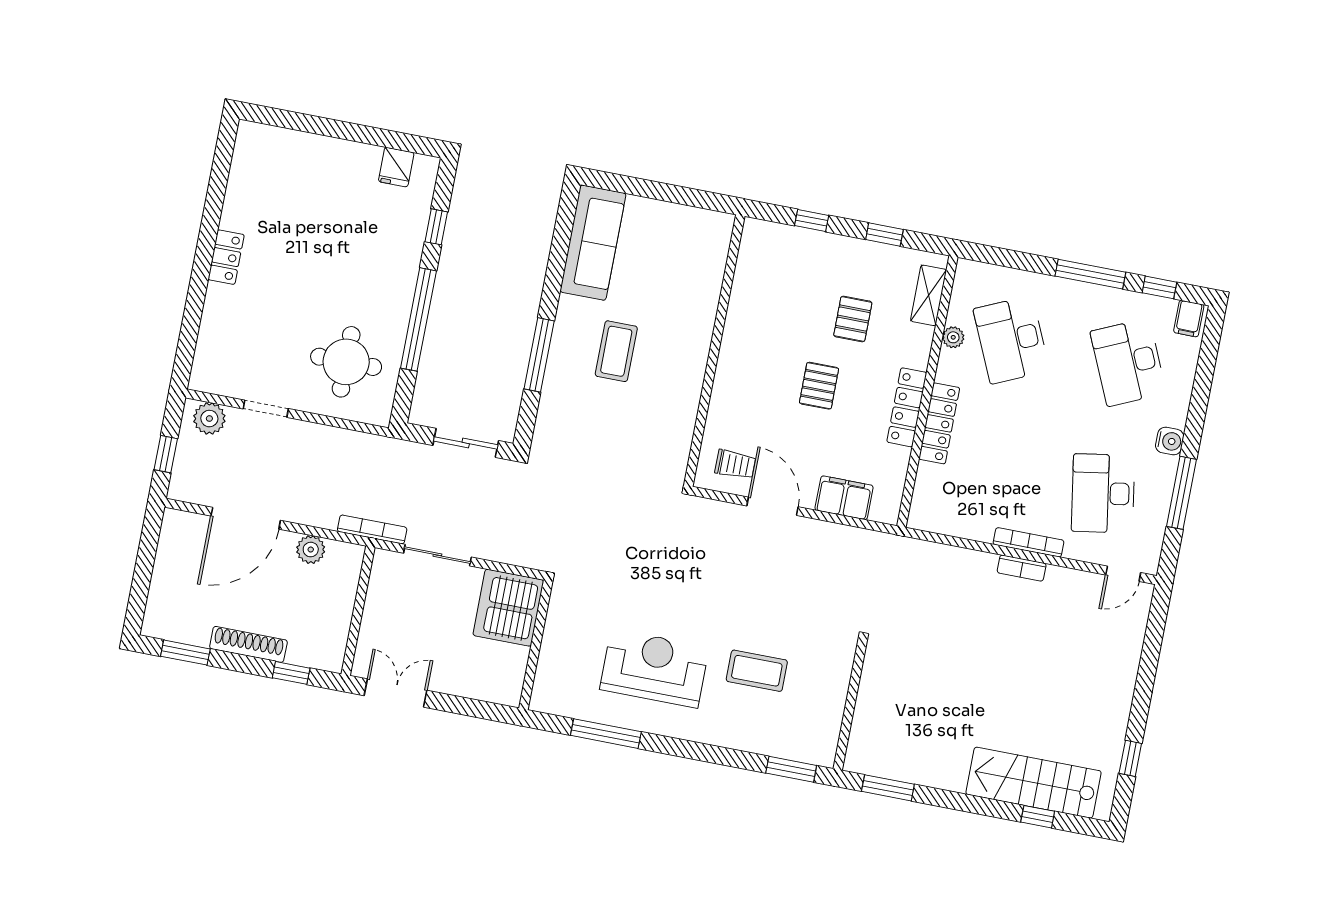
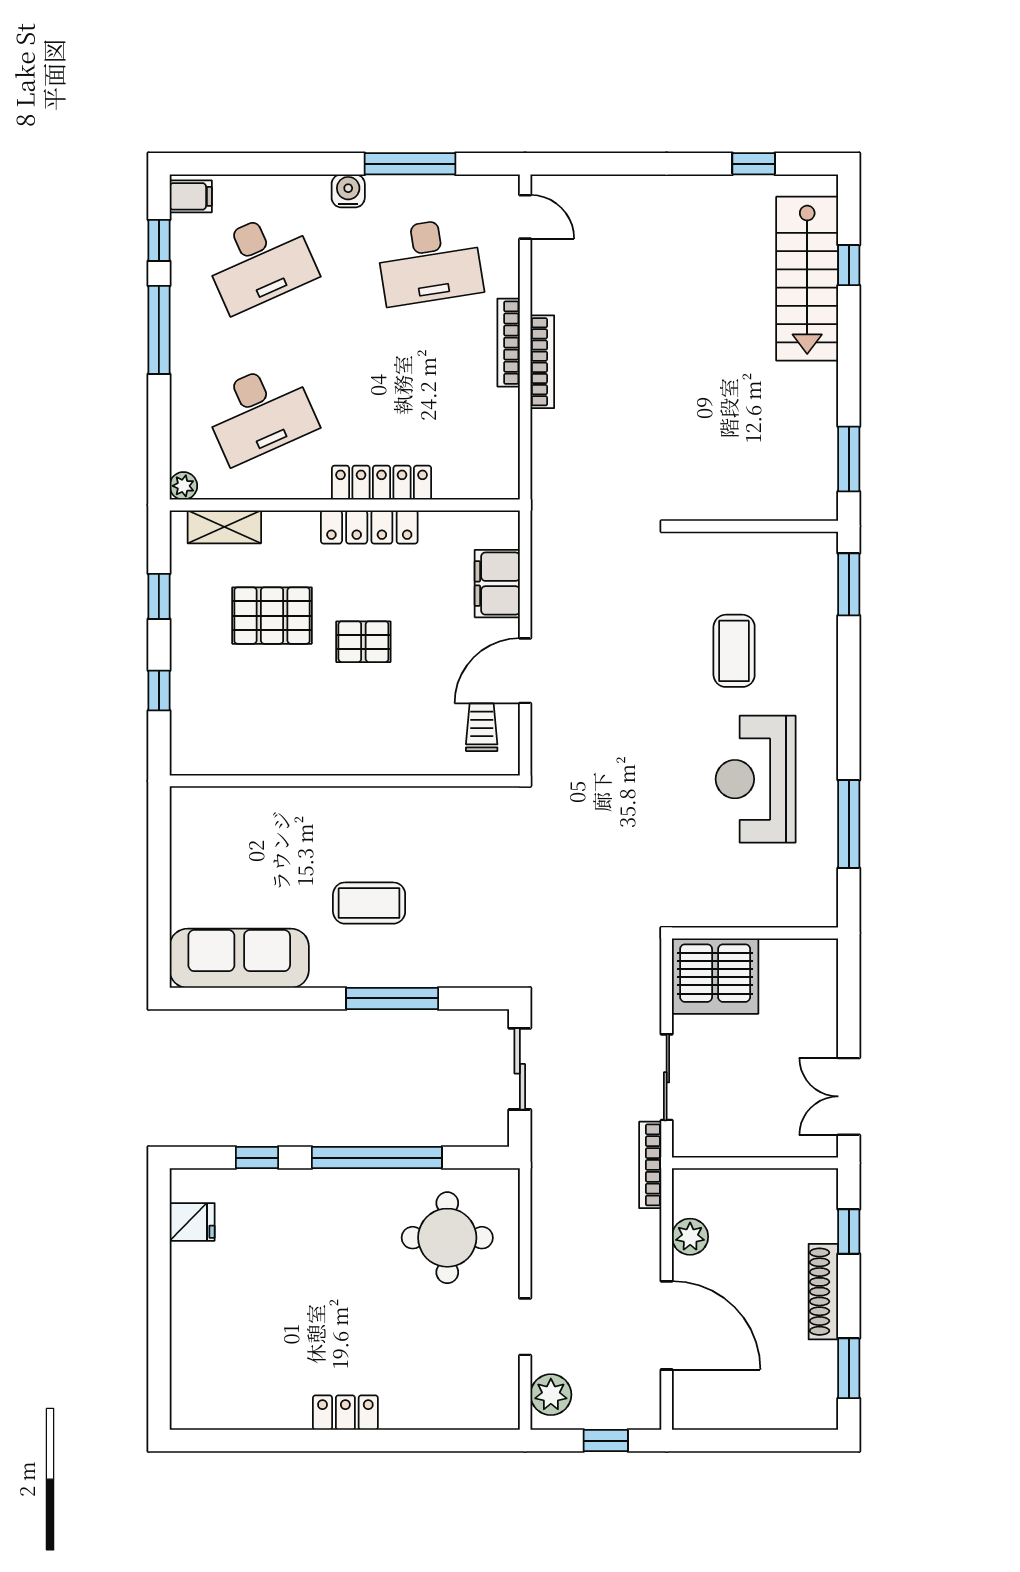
pallet: (853, 319) -> (272, 616), width x1.50, depth x1.42
plant: (953, 337) -> (183, 486), moved
bookcase: (1022, 568) -> (542, 362), width x1.56

